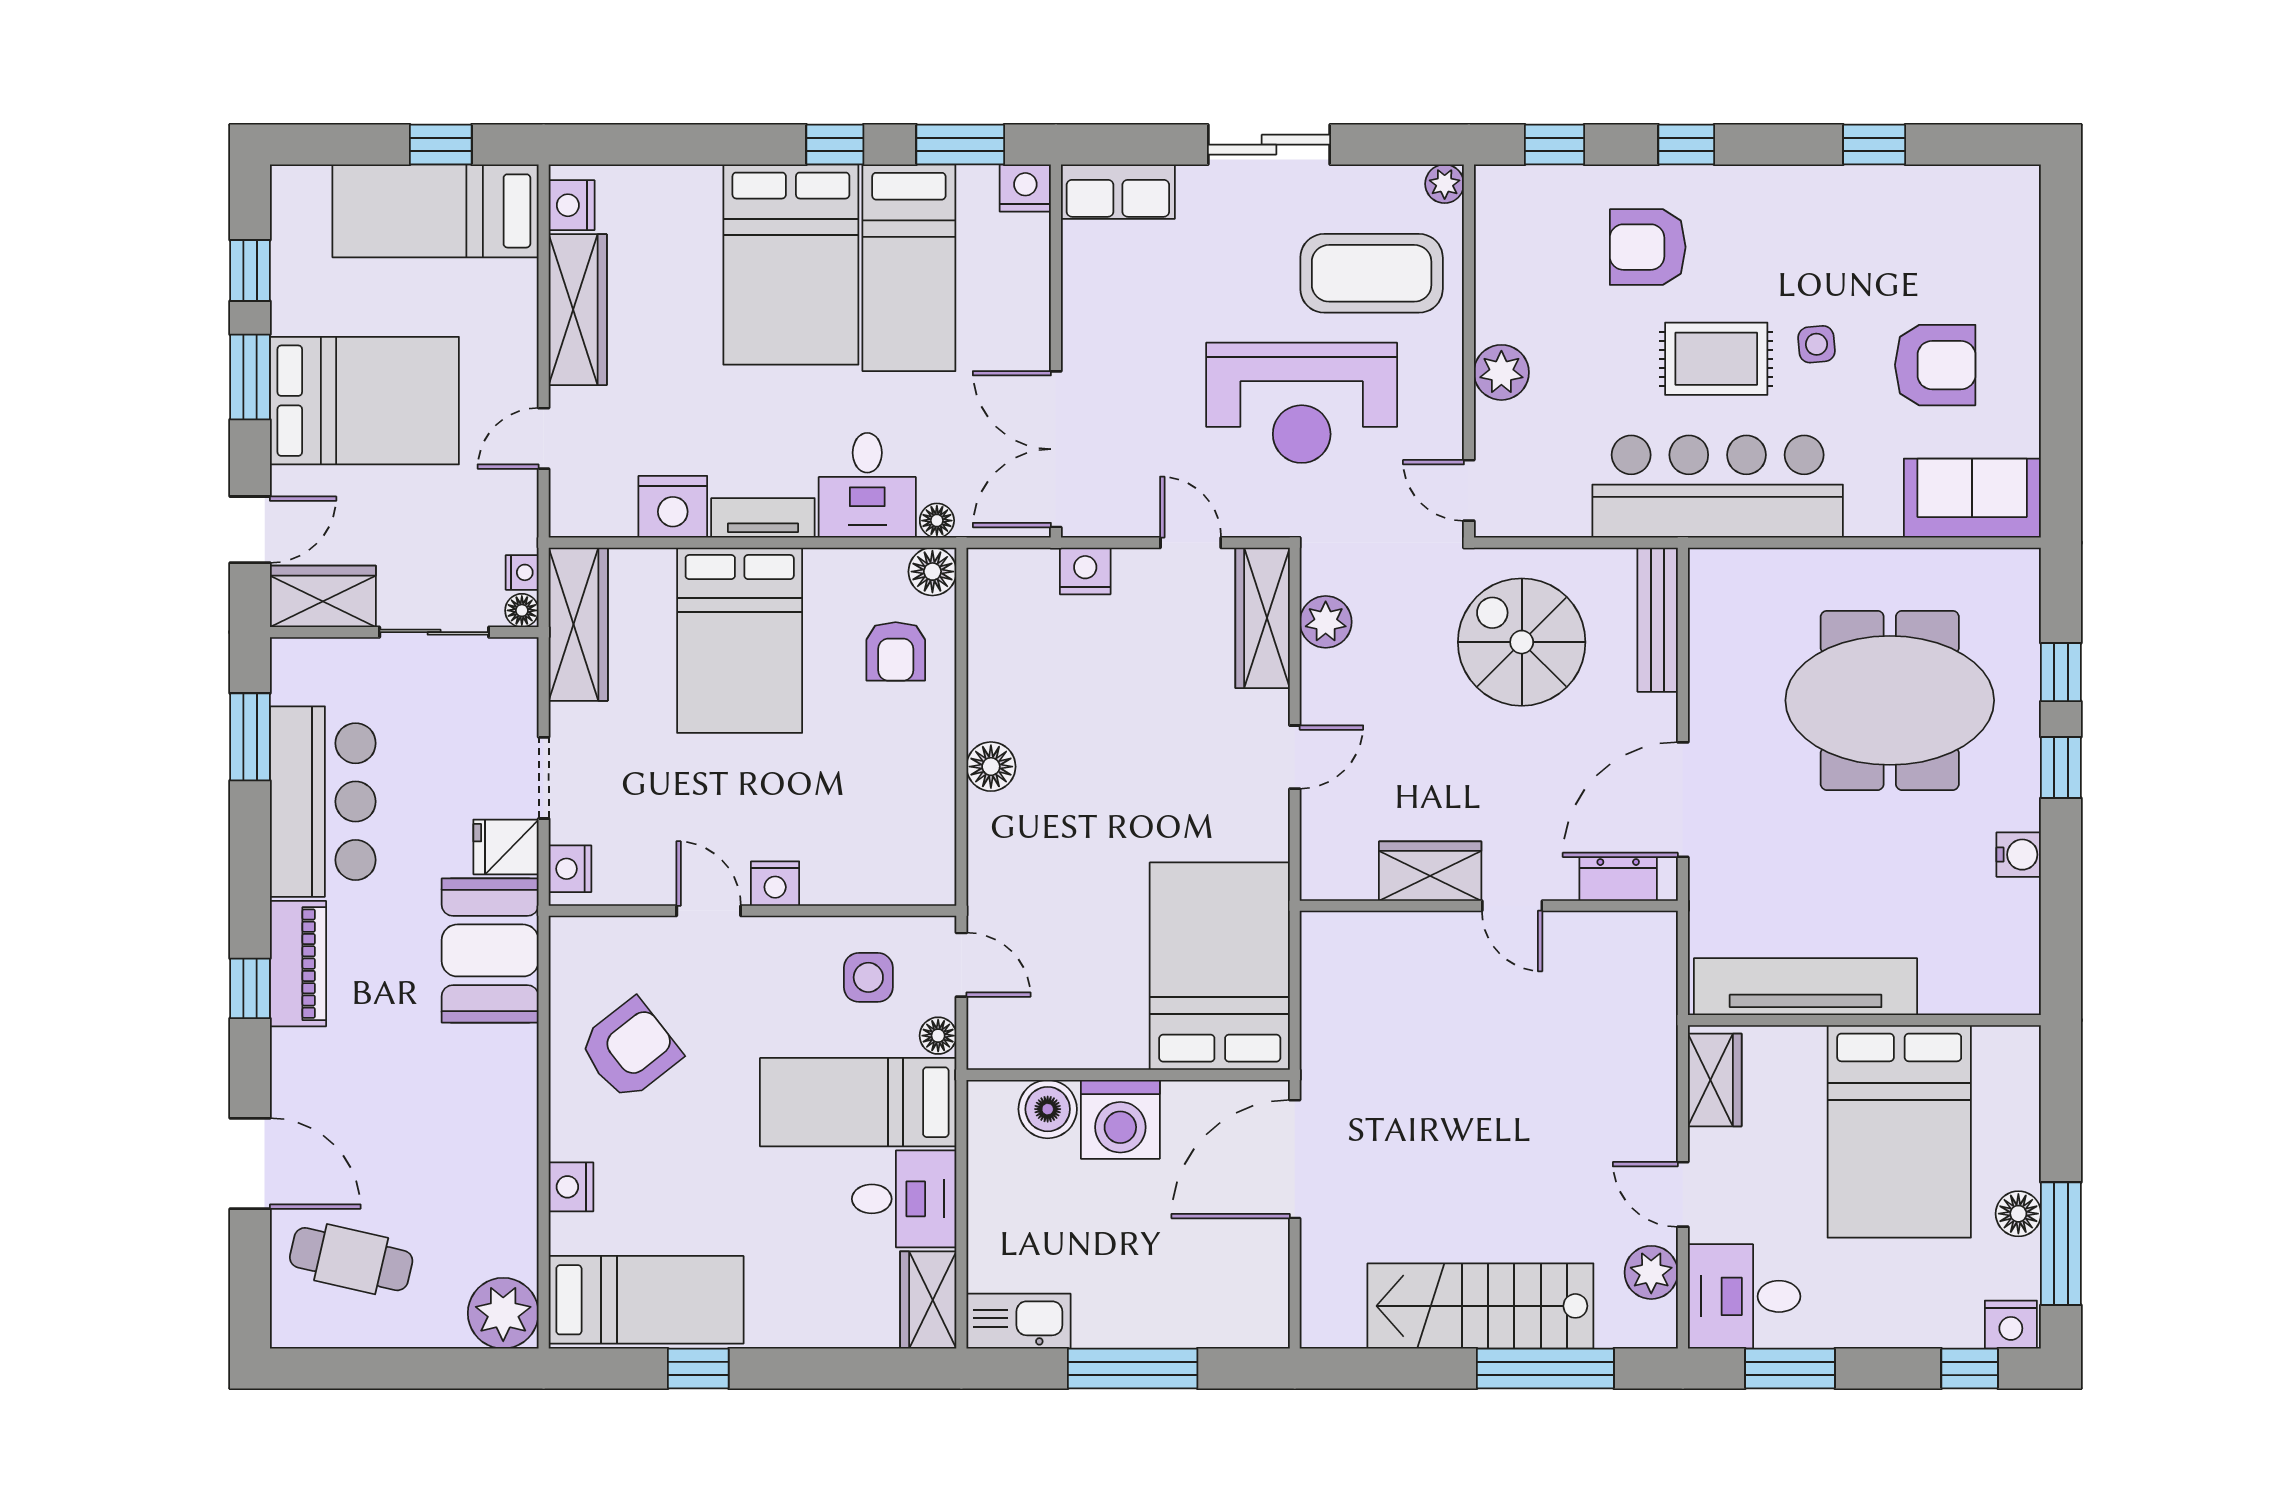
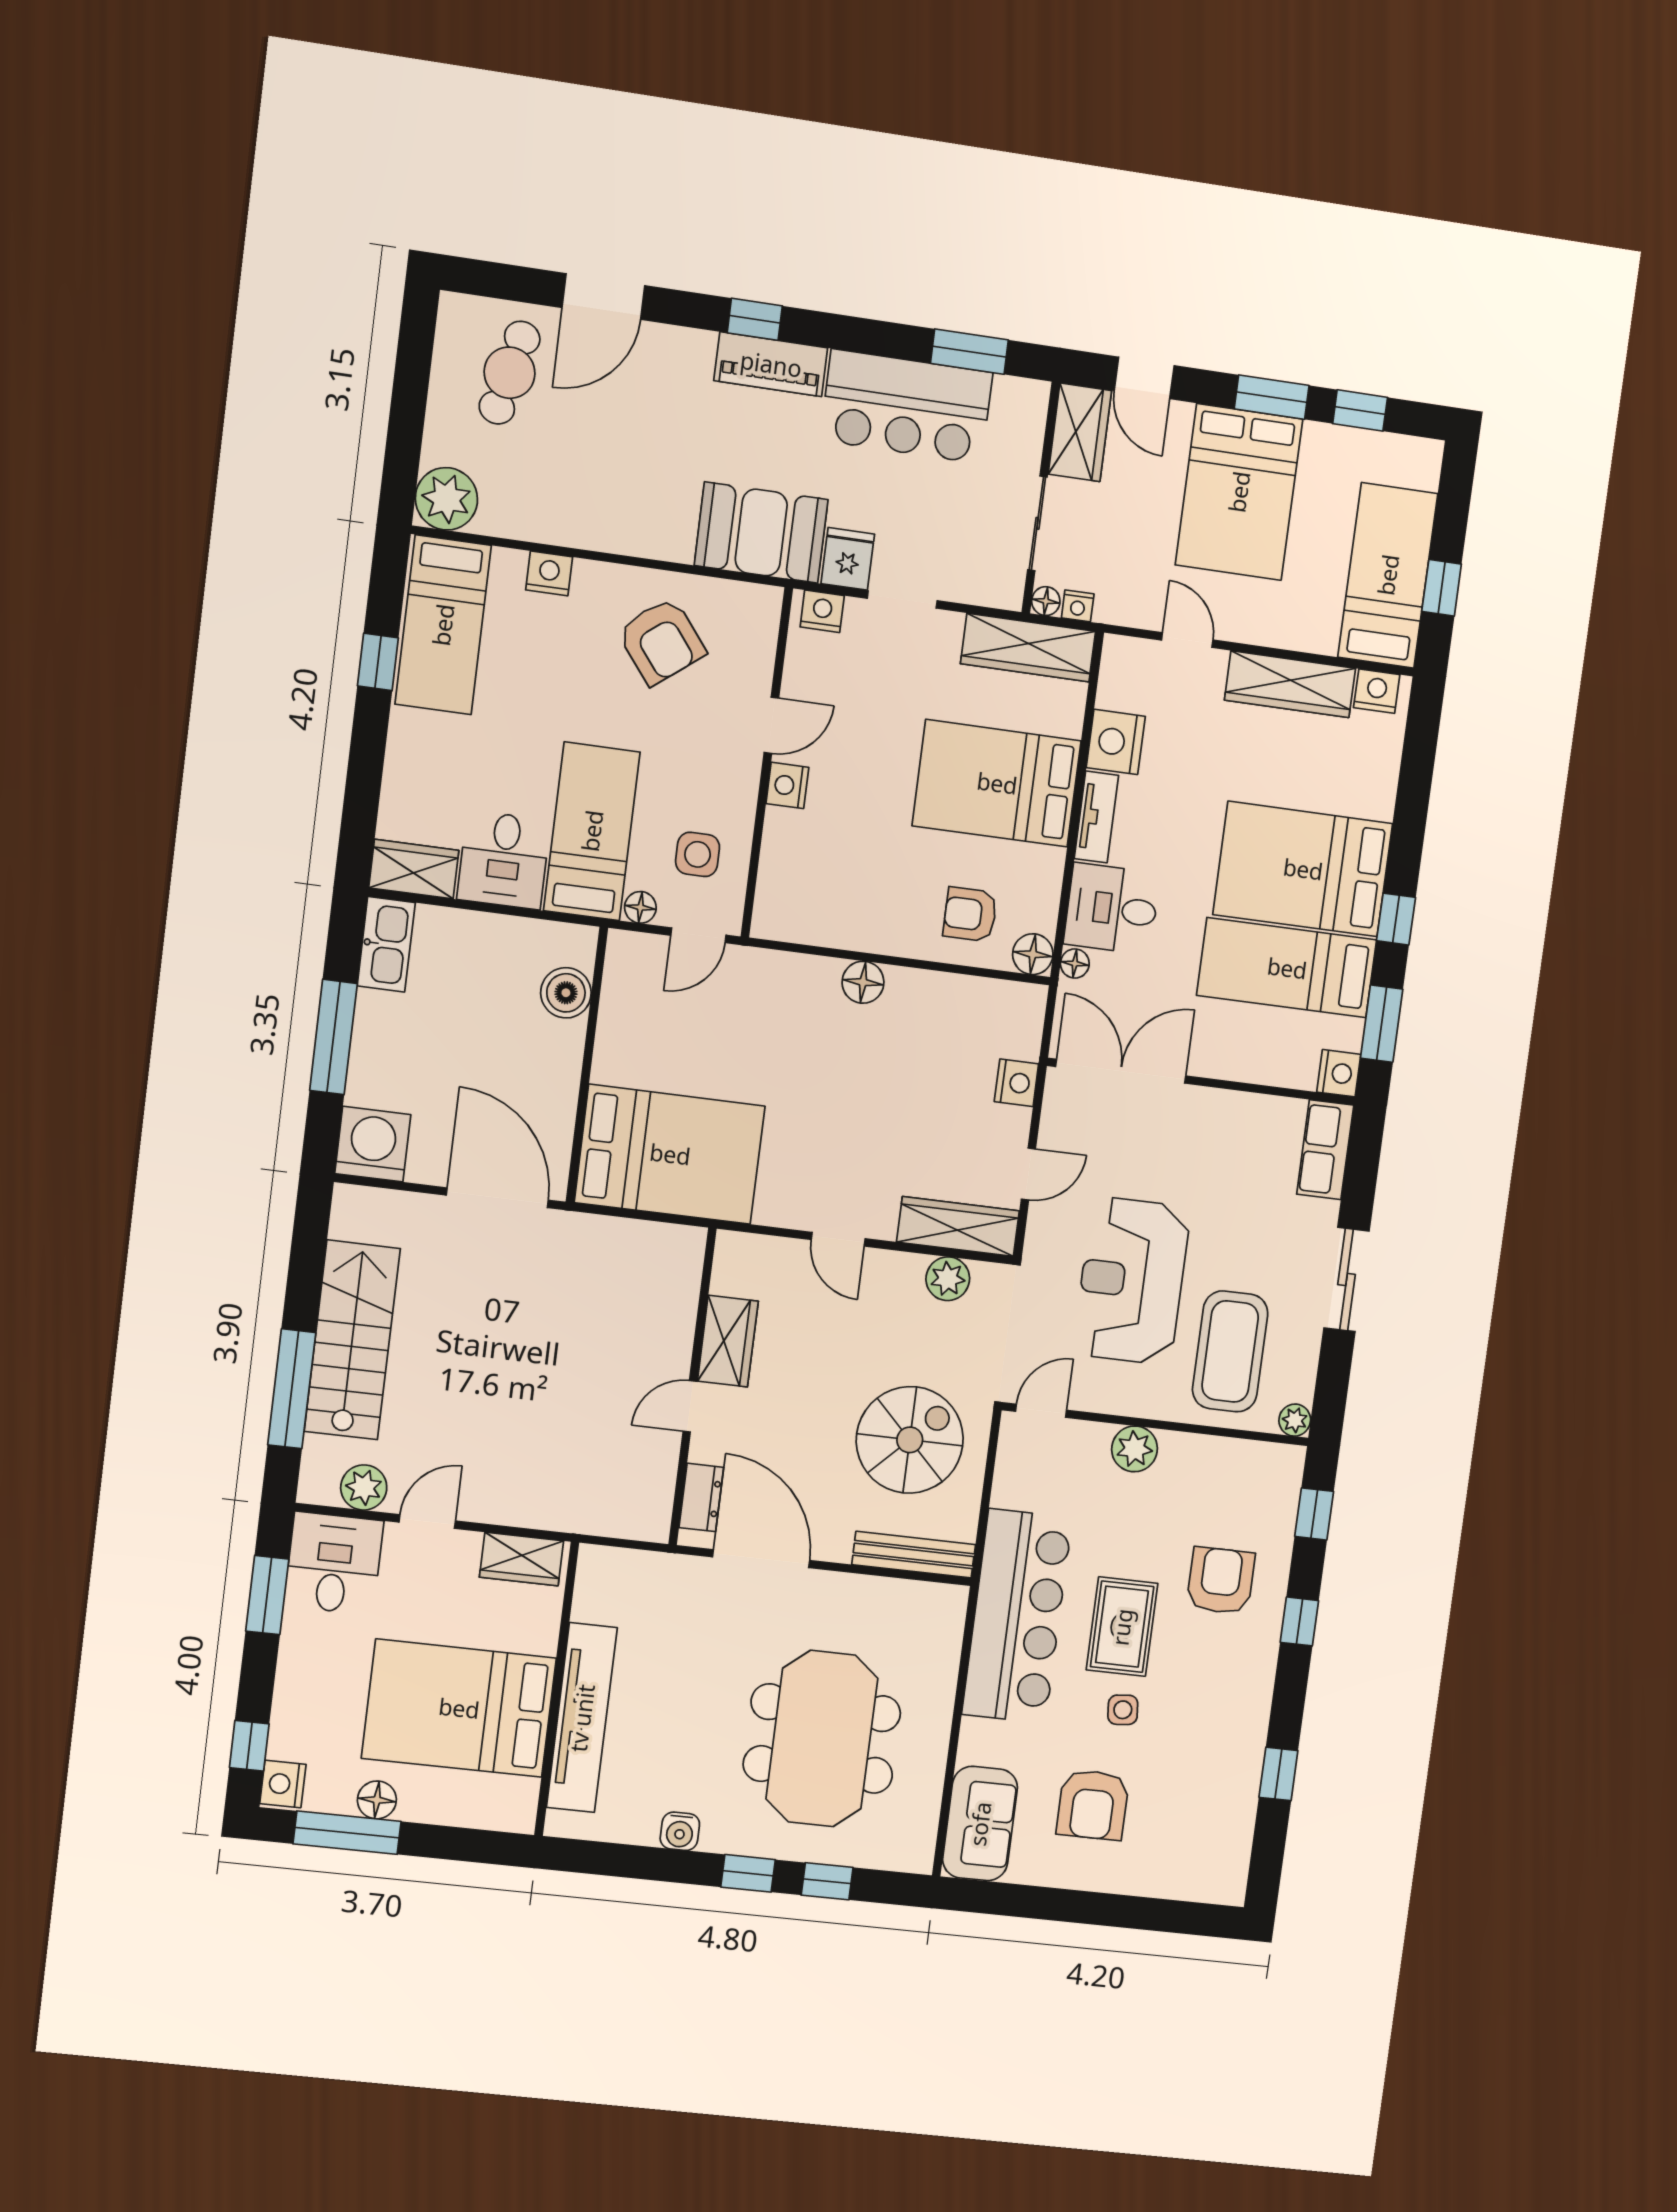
tv unit: (1806, 987) -> (582, 1718), moved
washing machine: (1120, 1119) -> (373, 1144), moved, turned 90

